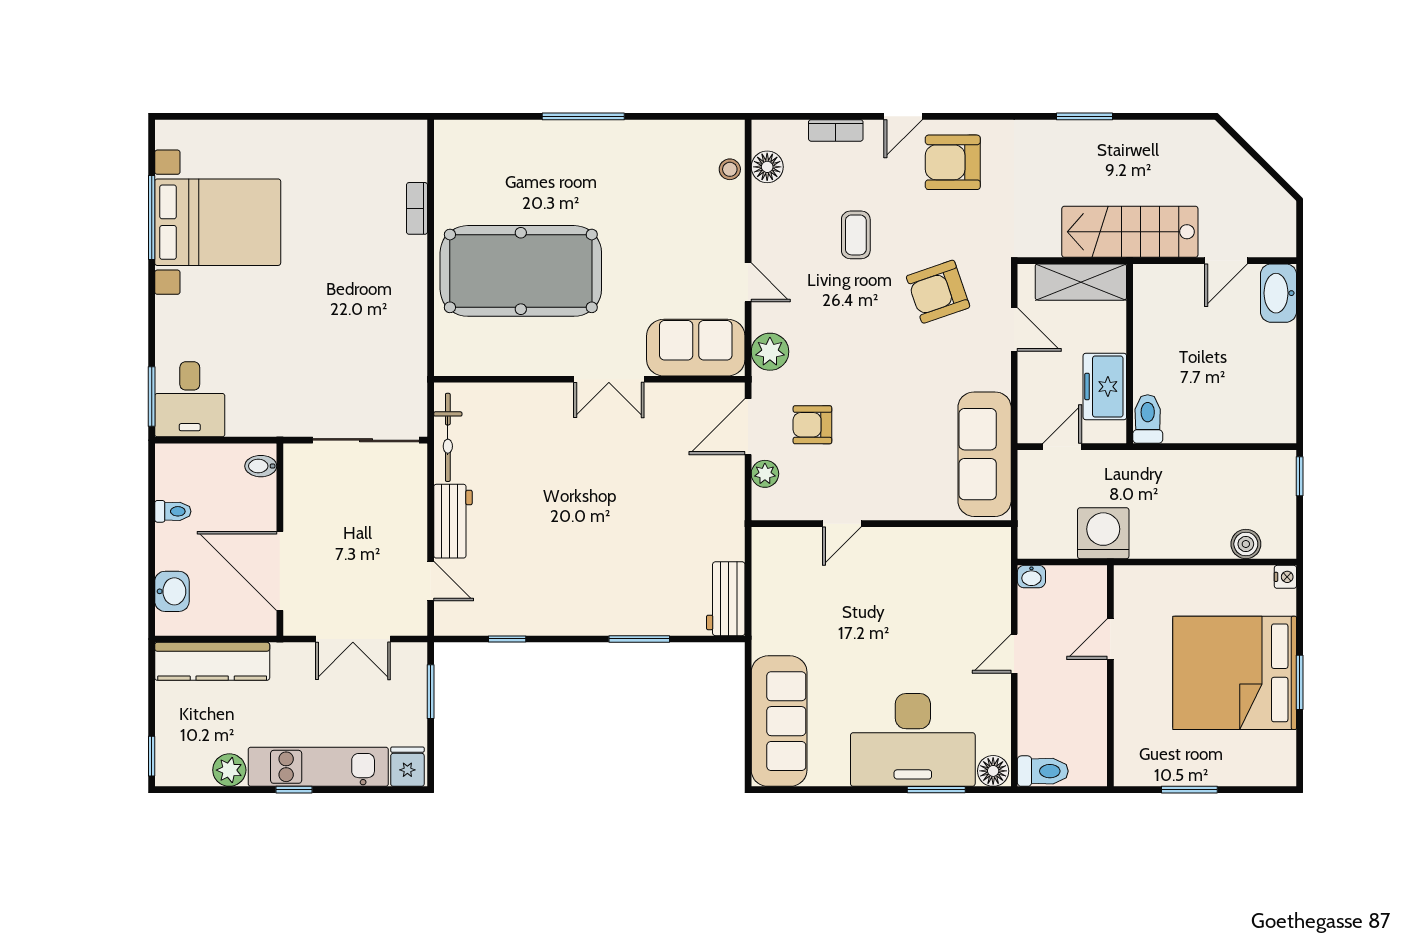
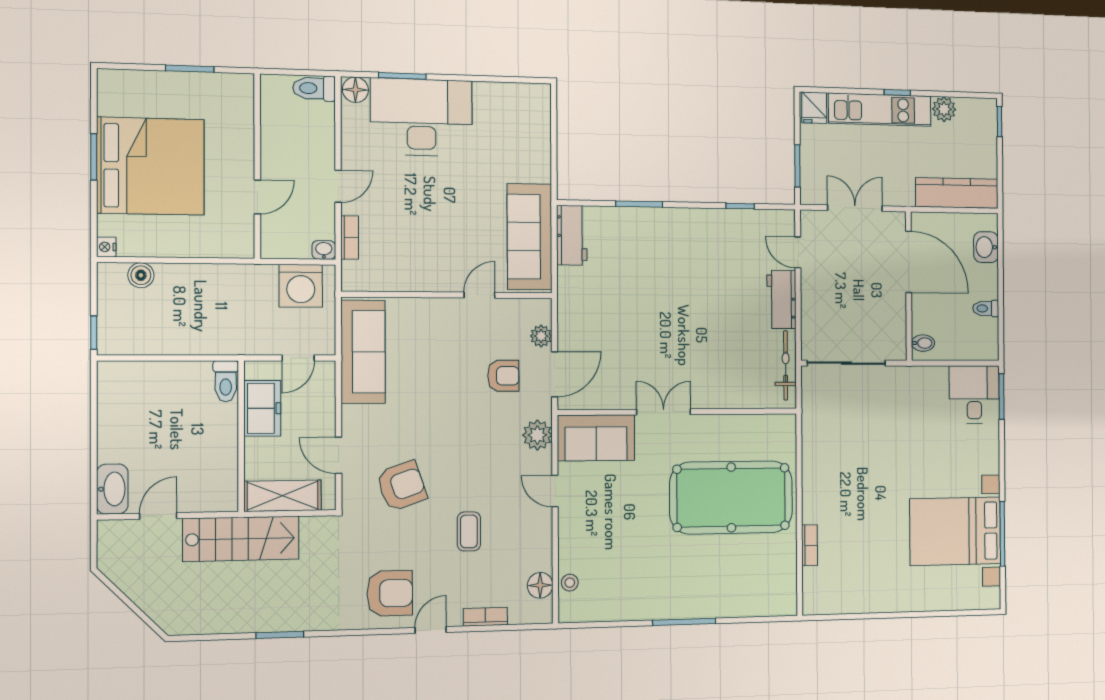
washing machine: (1103, 533) -> (301, 286), moved
bookcase: (1000, 592) -> (350, 237), added
sofa: (779, 721) -> (530, 237), moved

